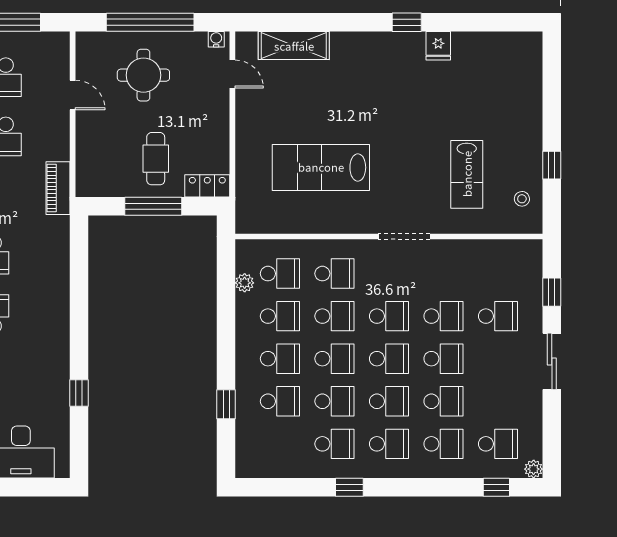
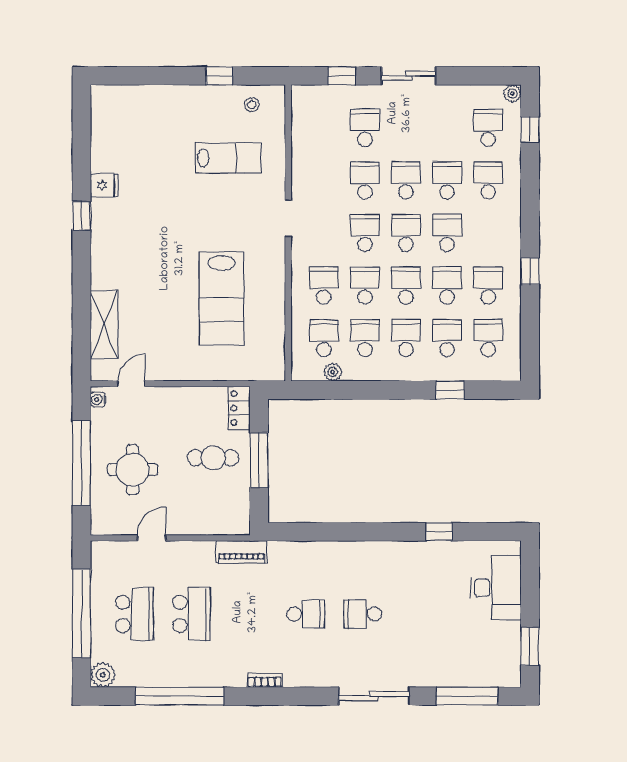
doorway: (404, 236) -> (288, 218), width x0.73
school desk: (389, 444) -> (488, 338), moved

